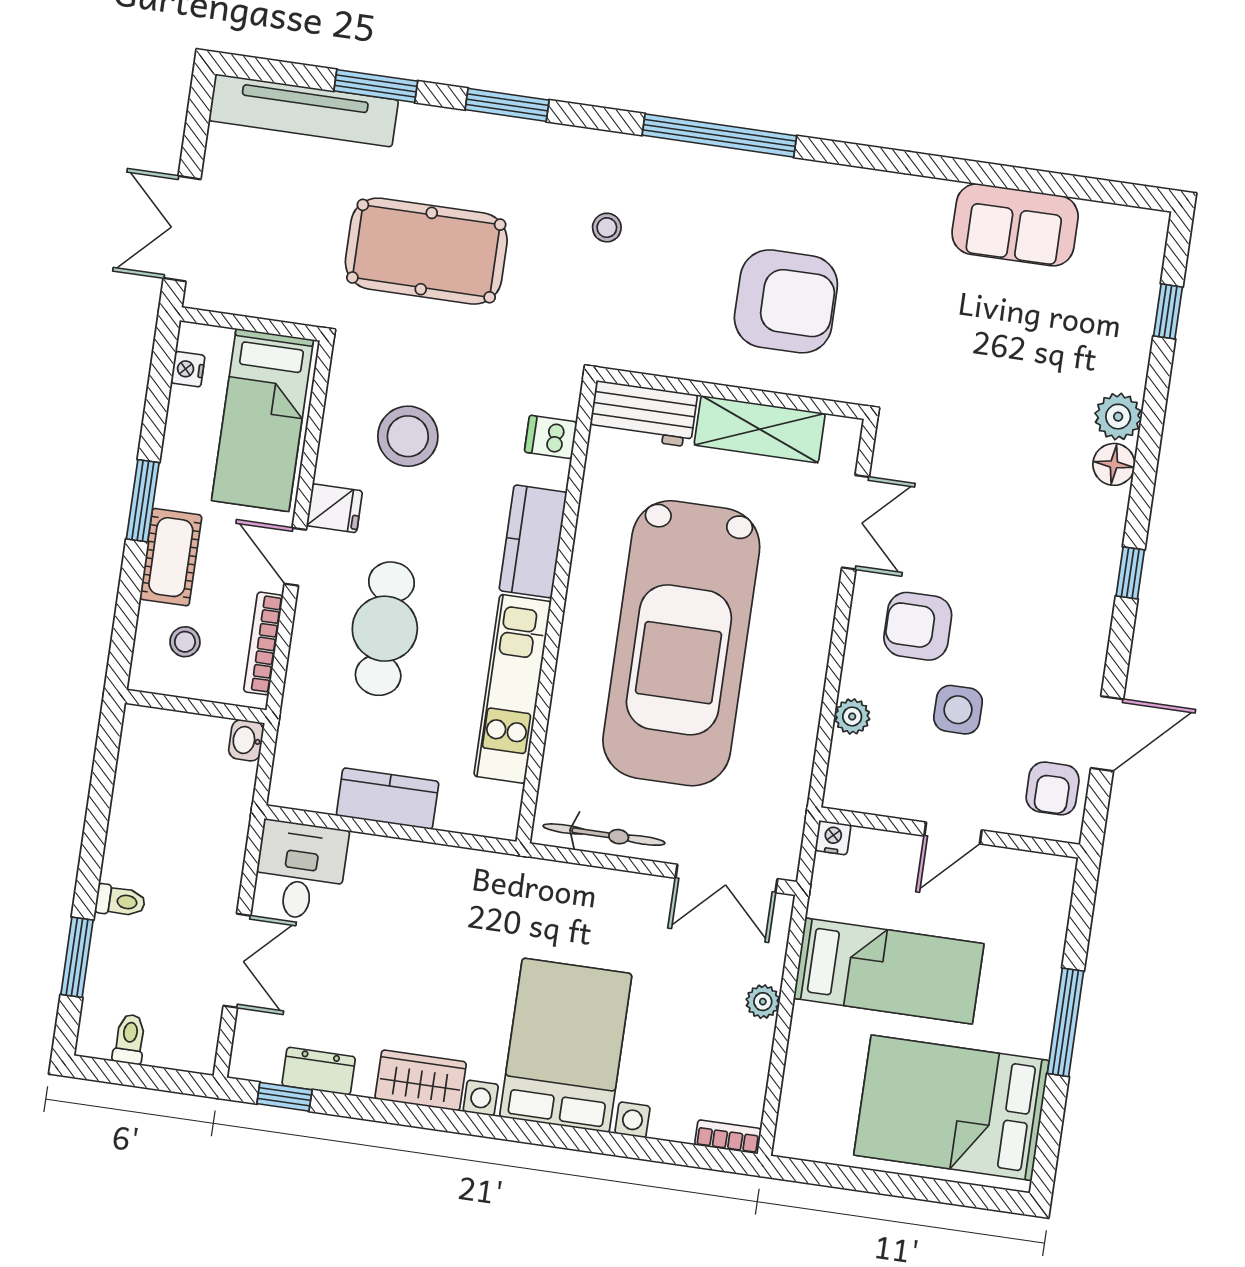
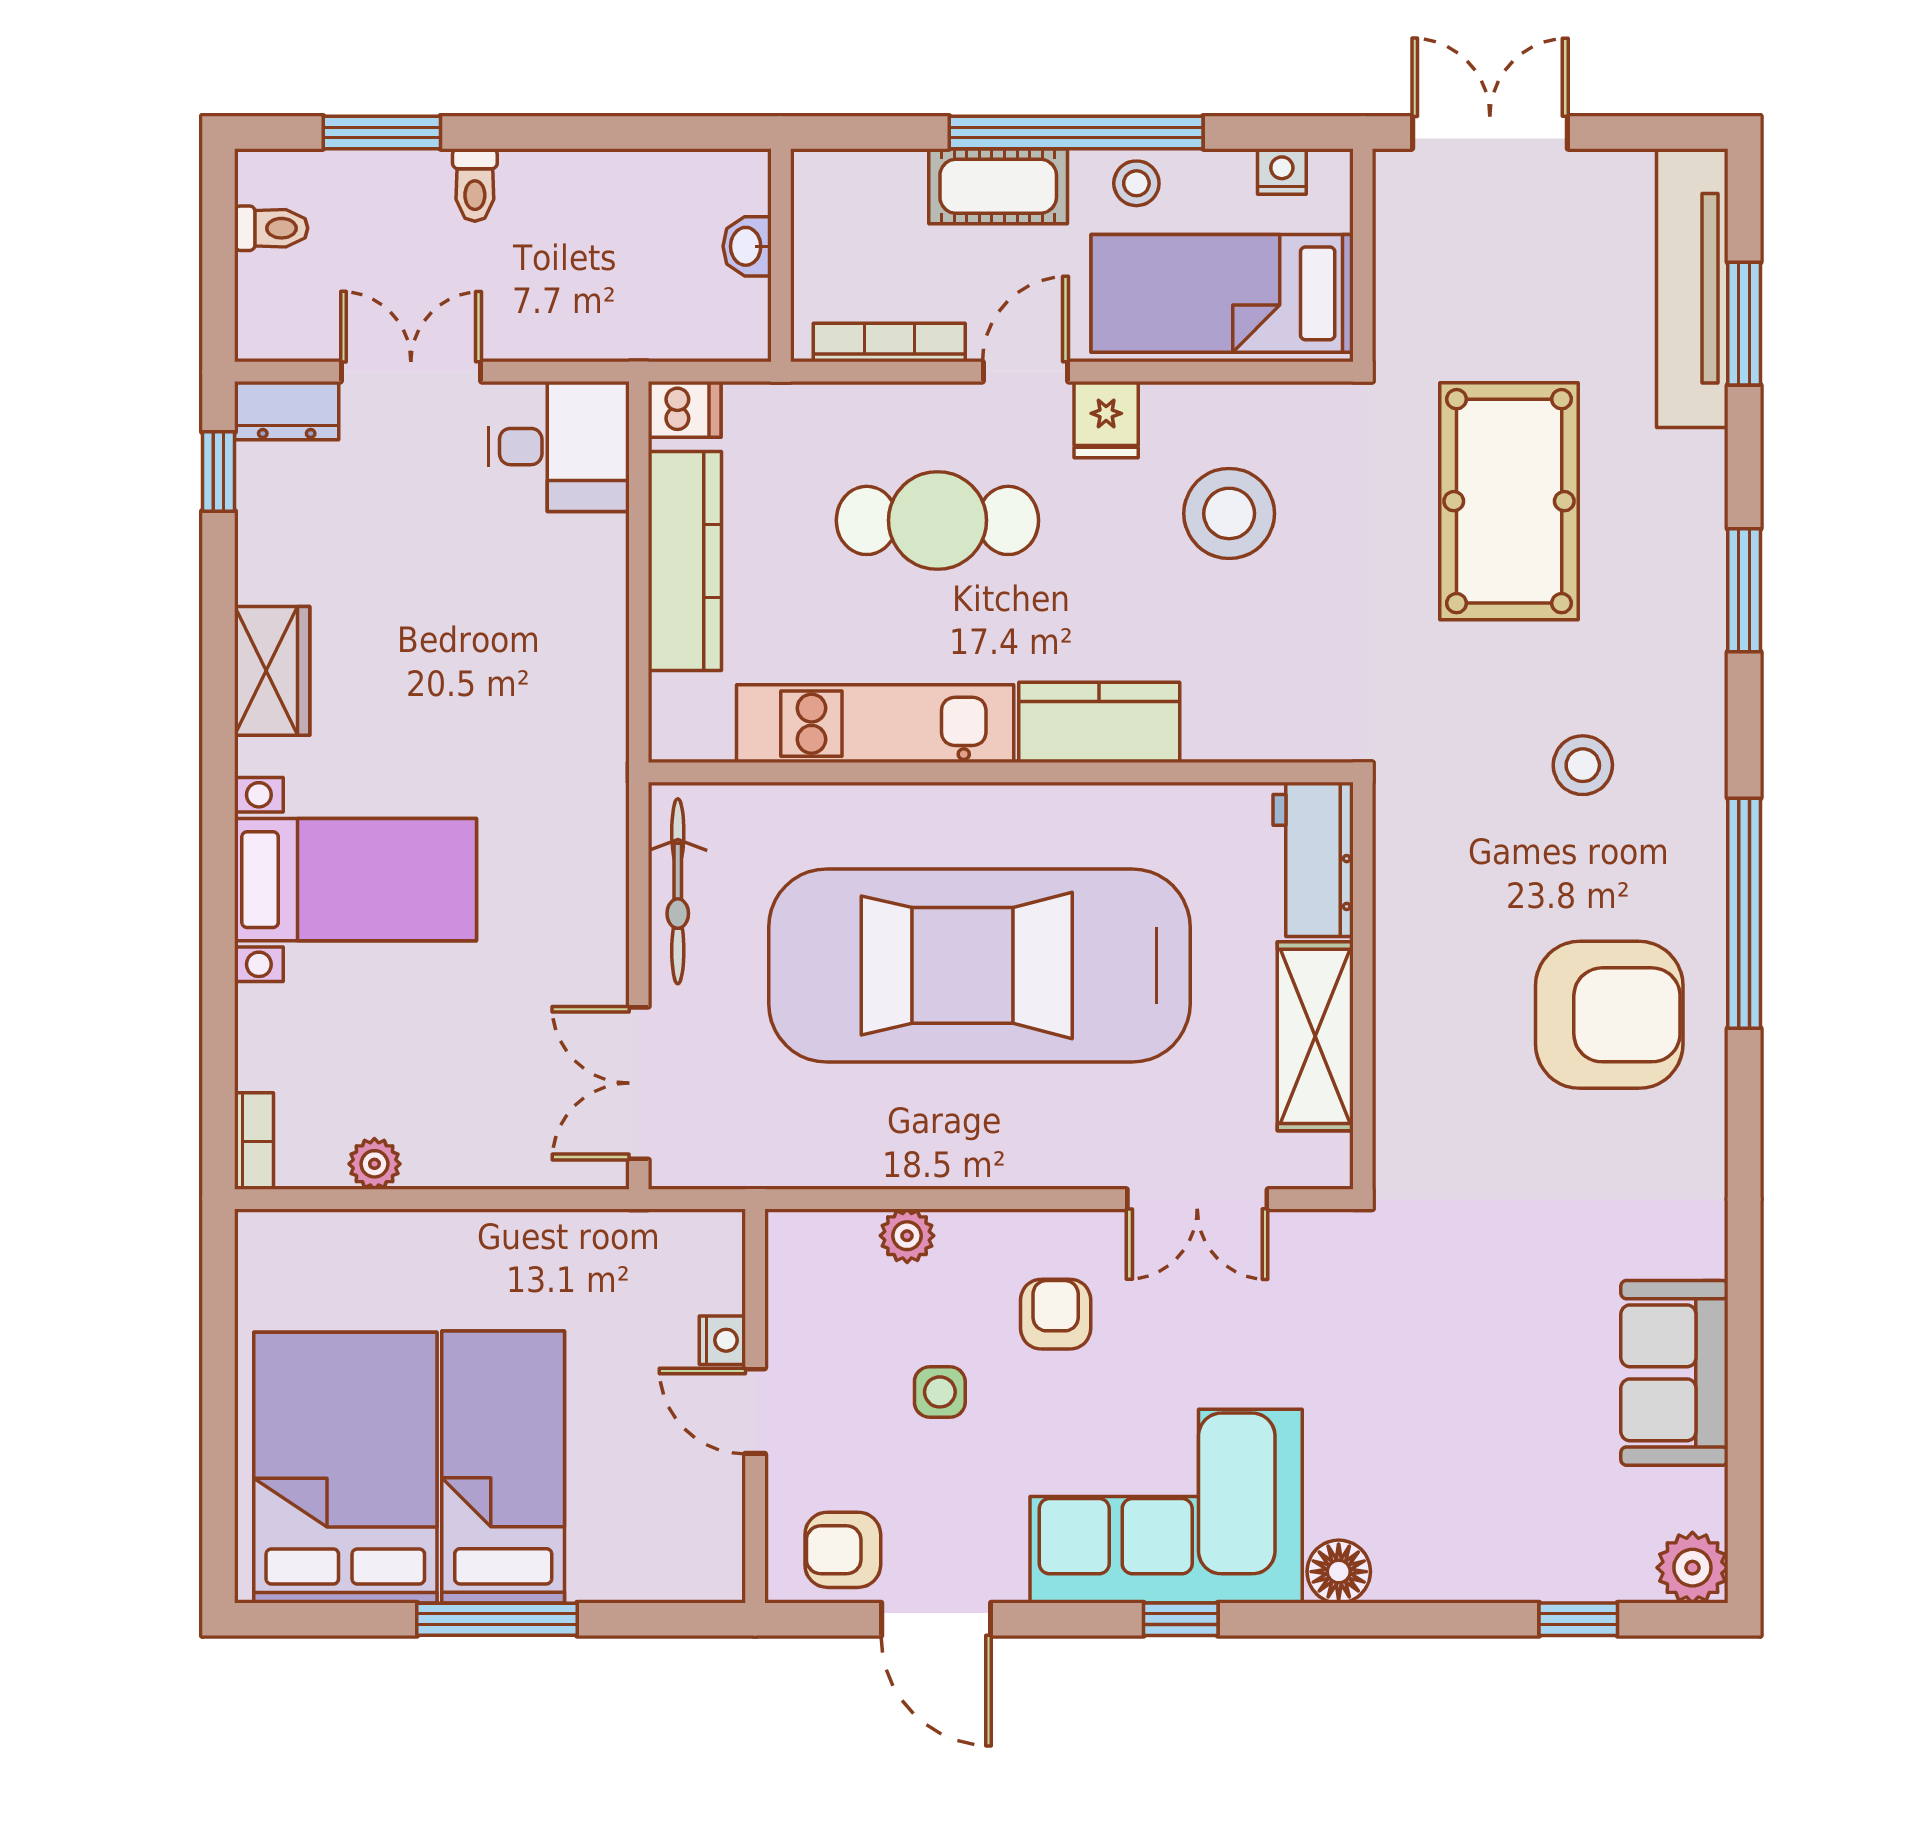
window: (376, 86) -> (1744, 324), moved
stool: (607, 228) -> (1583, 765), width x1.37, depth x1.37
armchair: (786, 301) -> (1609, 1015), moved, turned -90
plant: (1118, 417) -> (1692, 1568), moved
dishwasher: (551, 437) -> (685, 409), moved, turned 90
window: (143, 501) -> (1076, 132), width x2.11
corner sofa: (1054, 572) -> (1166, 1506), added
armchair: (918, 626) -> (1056, 1314), width x0.72, depth x0.72
stool: (185, 642) -> (1136, 183), moved
side table: (958, 710) -> (940, 1392), width x0.73, depth x0.73
washbasin: (246, 740) -> (747, 246), moved, turned -90
kitchen counter: (388, 799) -> (685, 561), width x1.50
nightstand: (833, 838) -> (722, 1340), moved
double door: (237, 961) -> (411, 372), swing flipped
bed: (889, 971) -> (503, 1467), moved, turned 180
plant: (763, 1002) -> (374, 1164), moved
bed with nightstands: (566, 1045) -> (356, 880), width x0.73
dresser: (319, 1071) -> (287, 411), moved, turned 90

